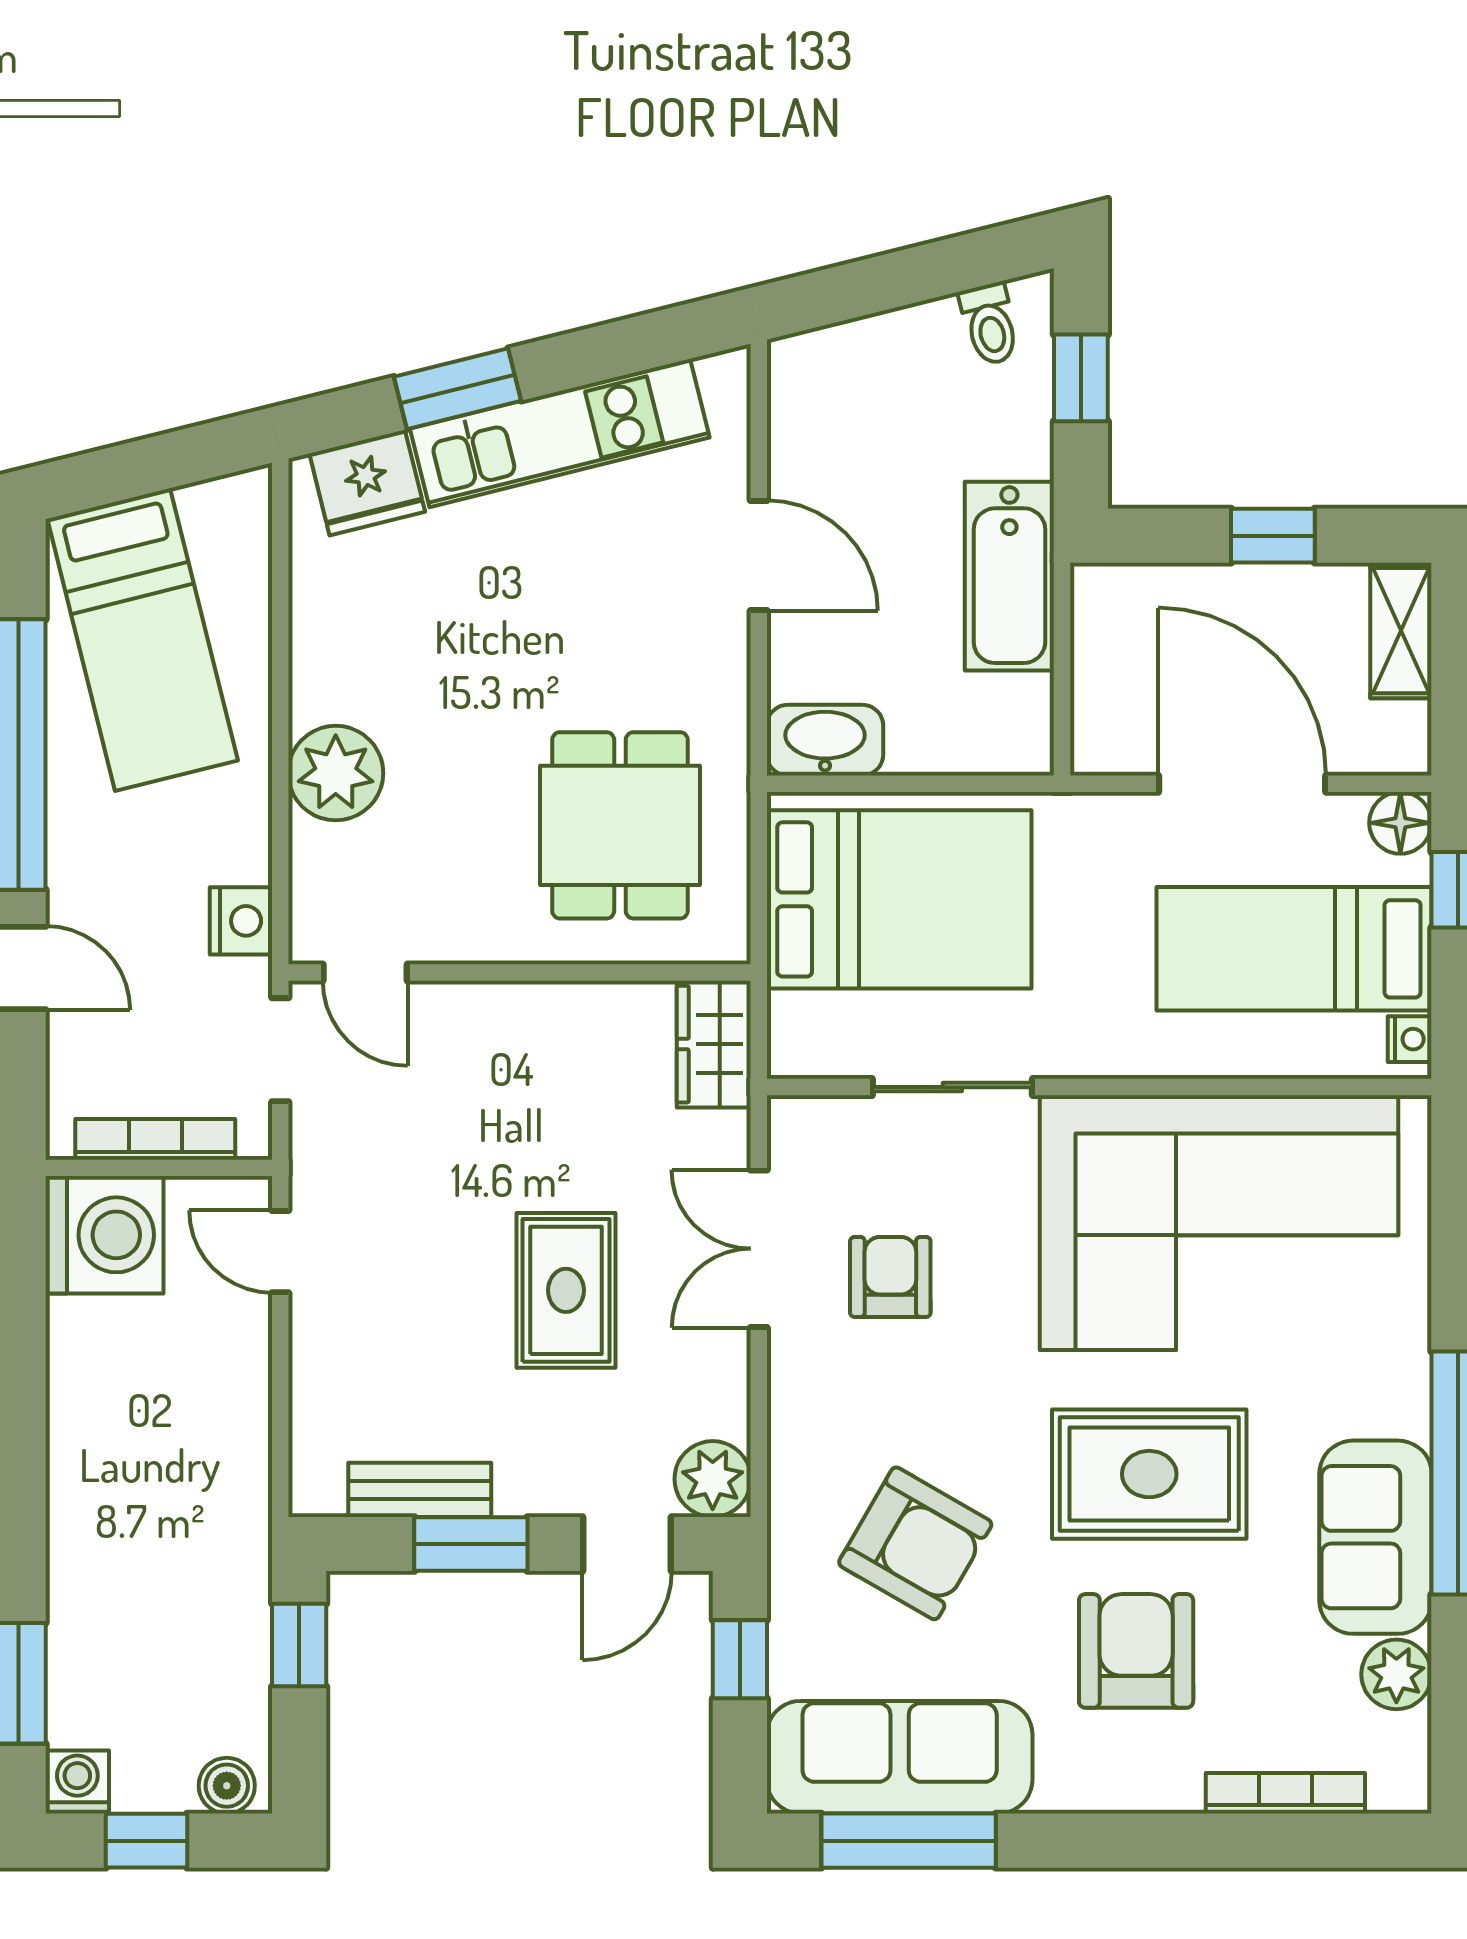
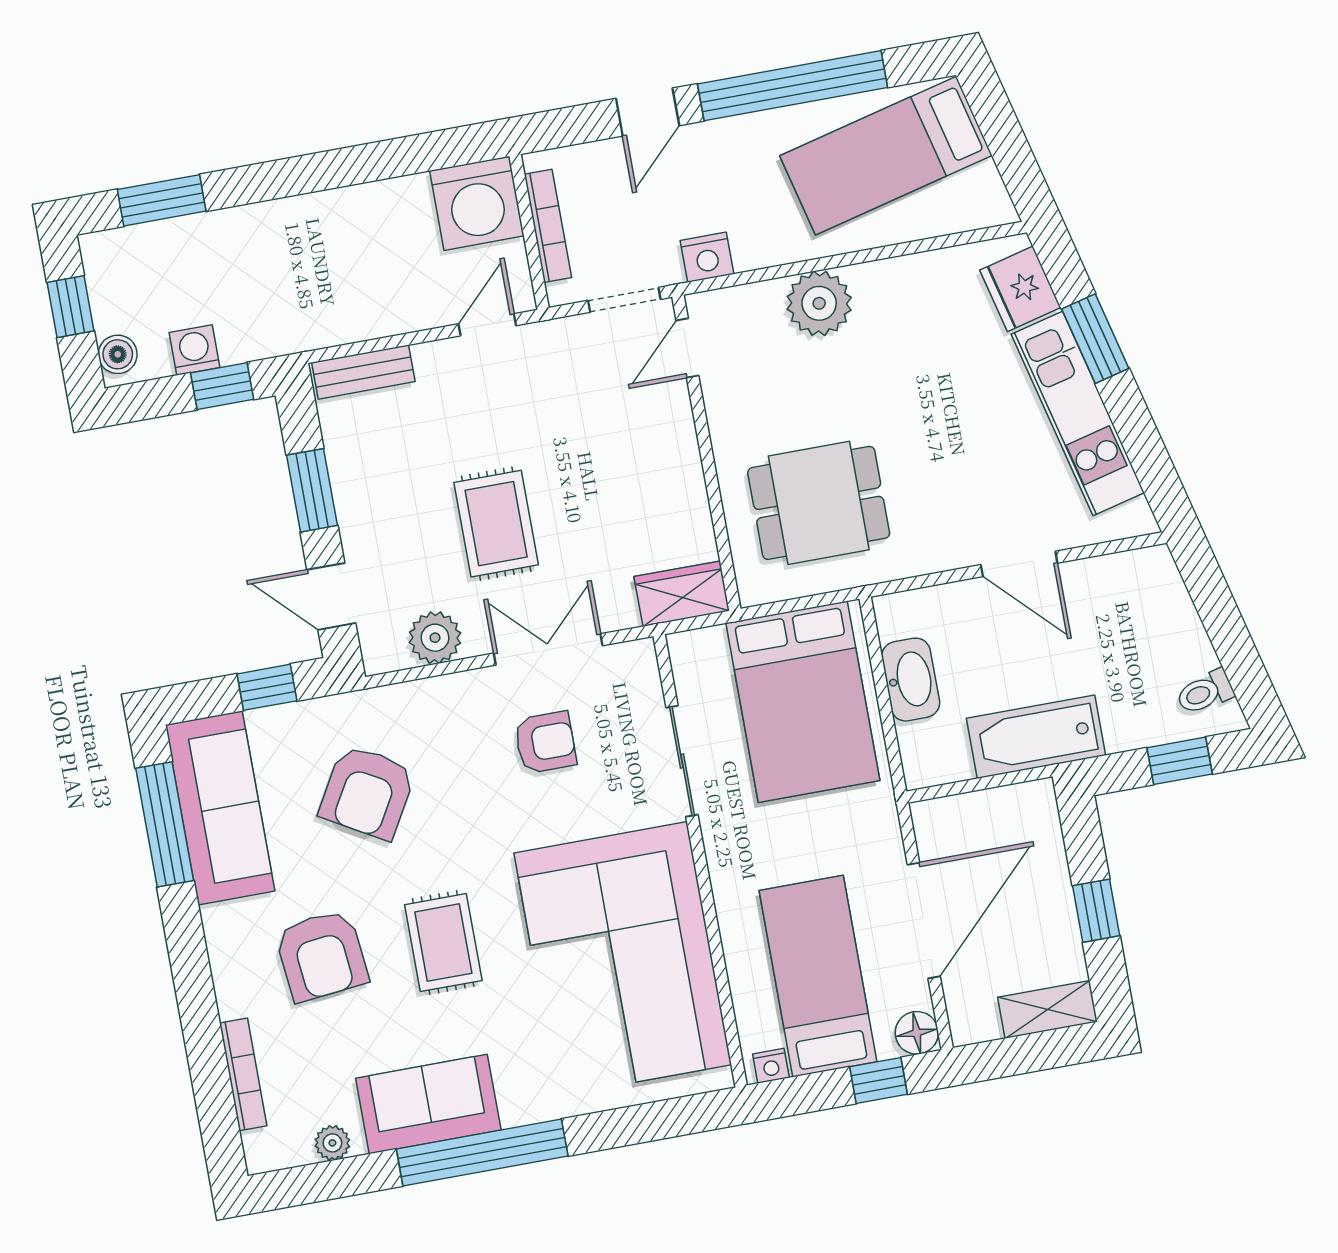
door: (759, 556) -> (1019, 564), hinge flipped
washbasin: (825, 740) -> (911, 680), moved
rug: (566, 1290) -> (496, 524), turned 90
rug: (1149, 1474) -> (443, 943), width x0.73, depth x0.70
plant: (713, 1479) -> (435, 638), moved
bench: (420, 1490) -> (363, 372), moved, turned 90
armchair: (1136, 1651) -> (322, 955), turned 84
plant: (1396, 1674) -> (332, 1143), width x0.73, depth x0.73
washing machine: (77, 1782) -> (194, 350), moved, turned -90

